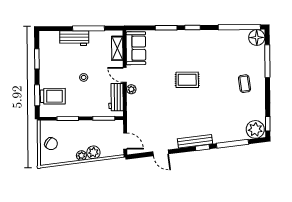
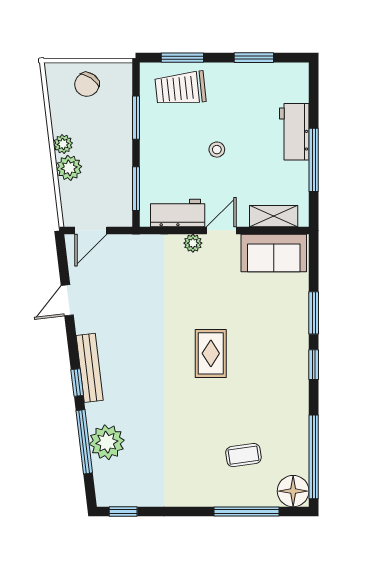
coffee table: (245, 84) -> (243, 455), moved
trolley: (53, 96) -> (180, 89), turned 84
plant: (255, 129) -> (107, 442), moved

